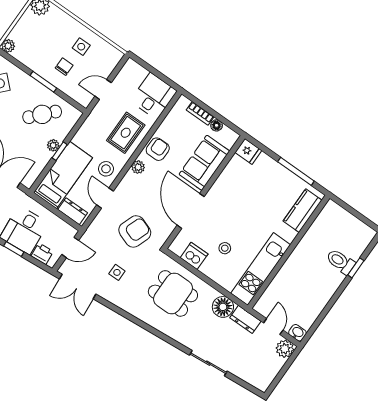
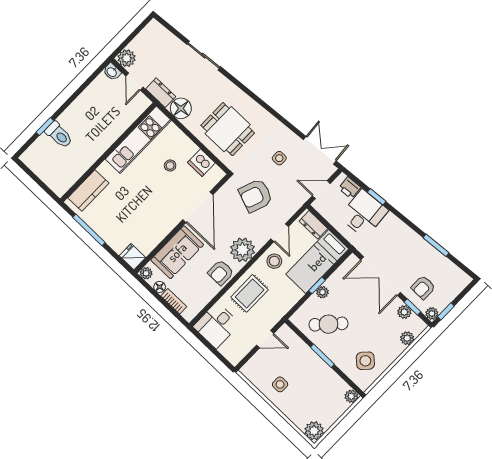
chair: (64, 67) -> (300, 367), removed
plant: (232, 137) -> (146, 273), added
plant: (138, 167) -> (242, 250), width x1.88, depth x1.88

